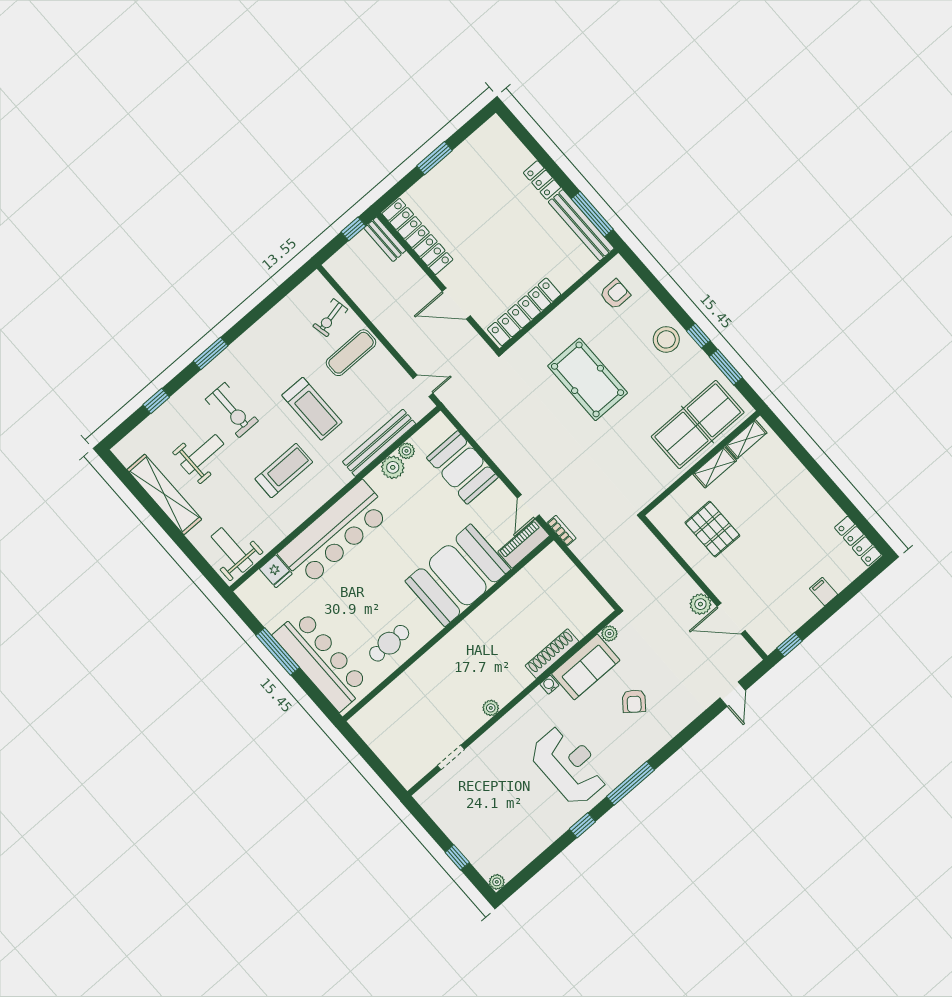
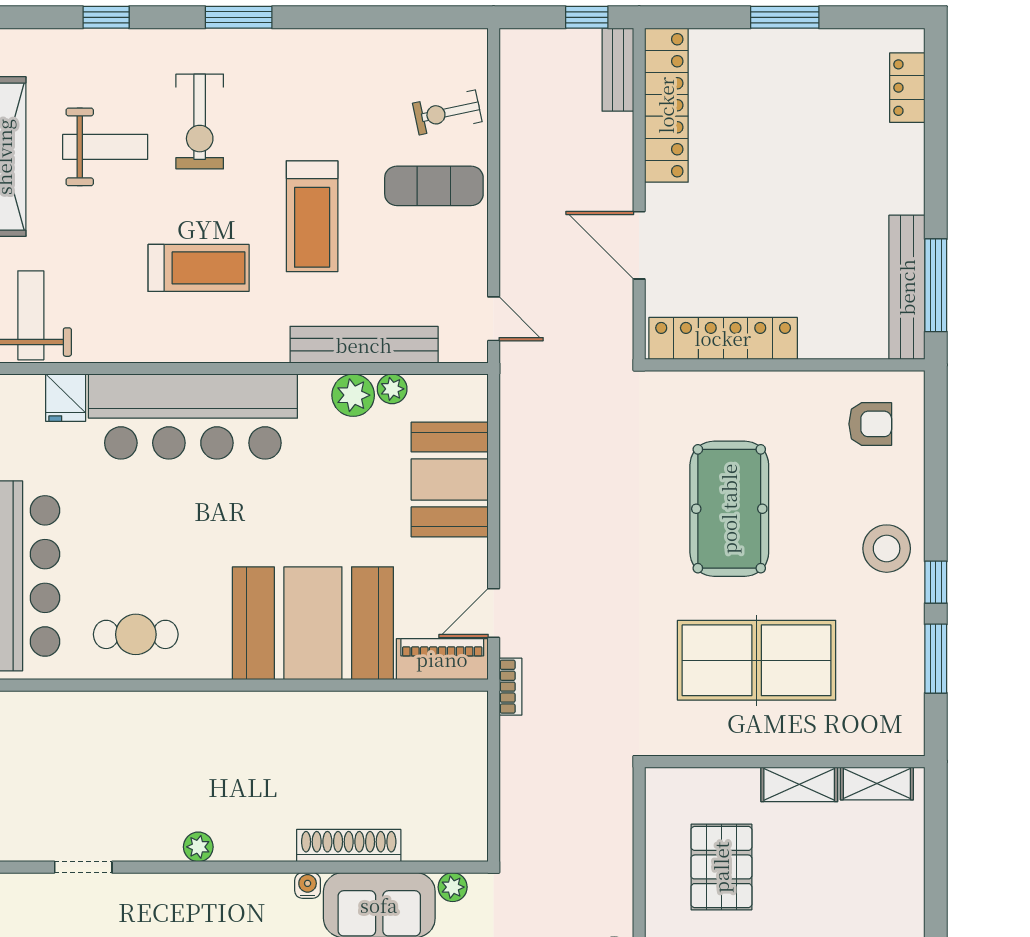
locker: (542, 180) -> (907, 88), moved
table tennis table: (698, 425) -> (757, 660), moved

